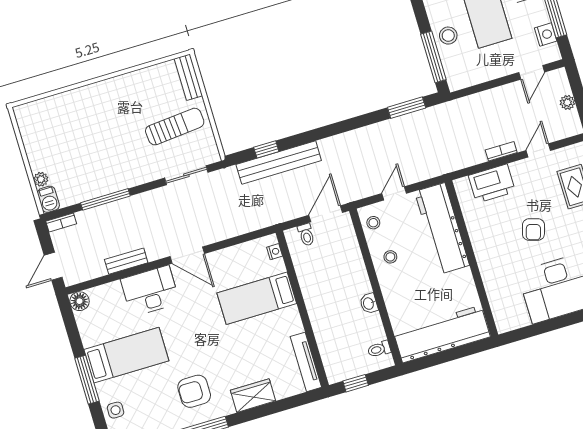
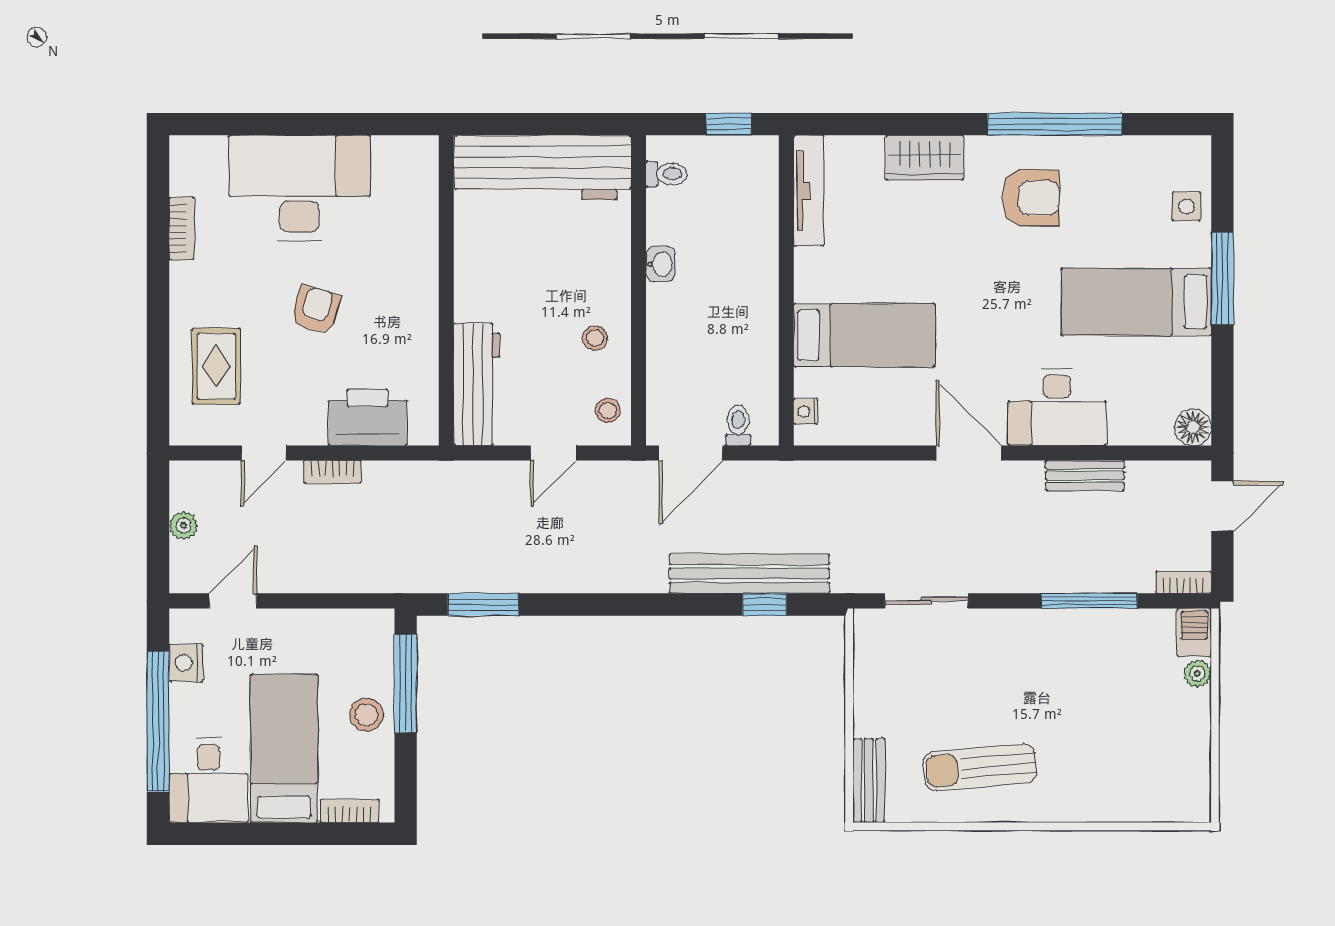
sun lounger: (175, 127) -> (980, 767), moved
workbench: (442, 228) -> (477, 384), width x0.73, depth x0.76

